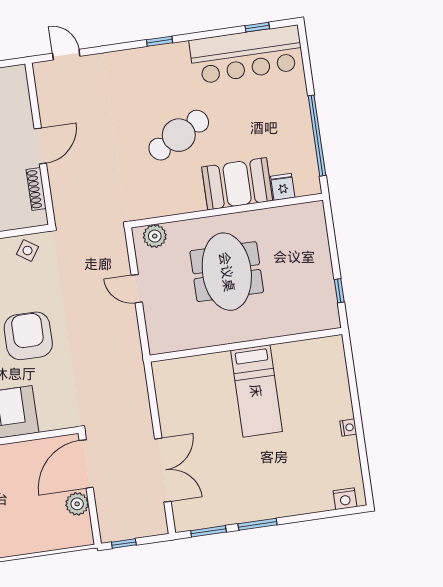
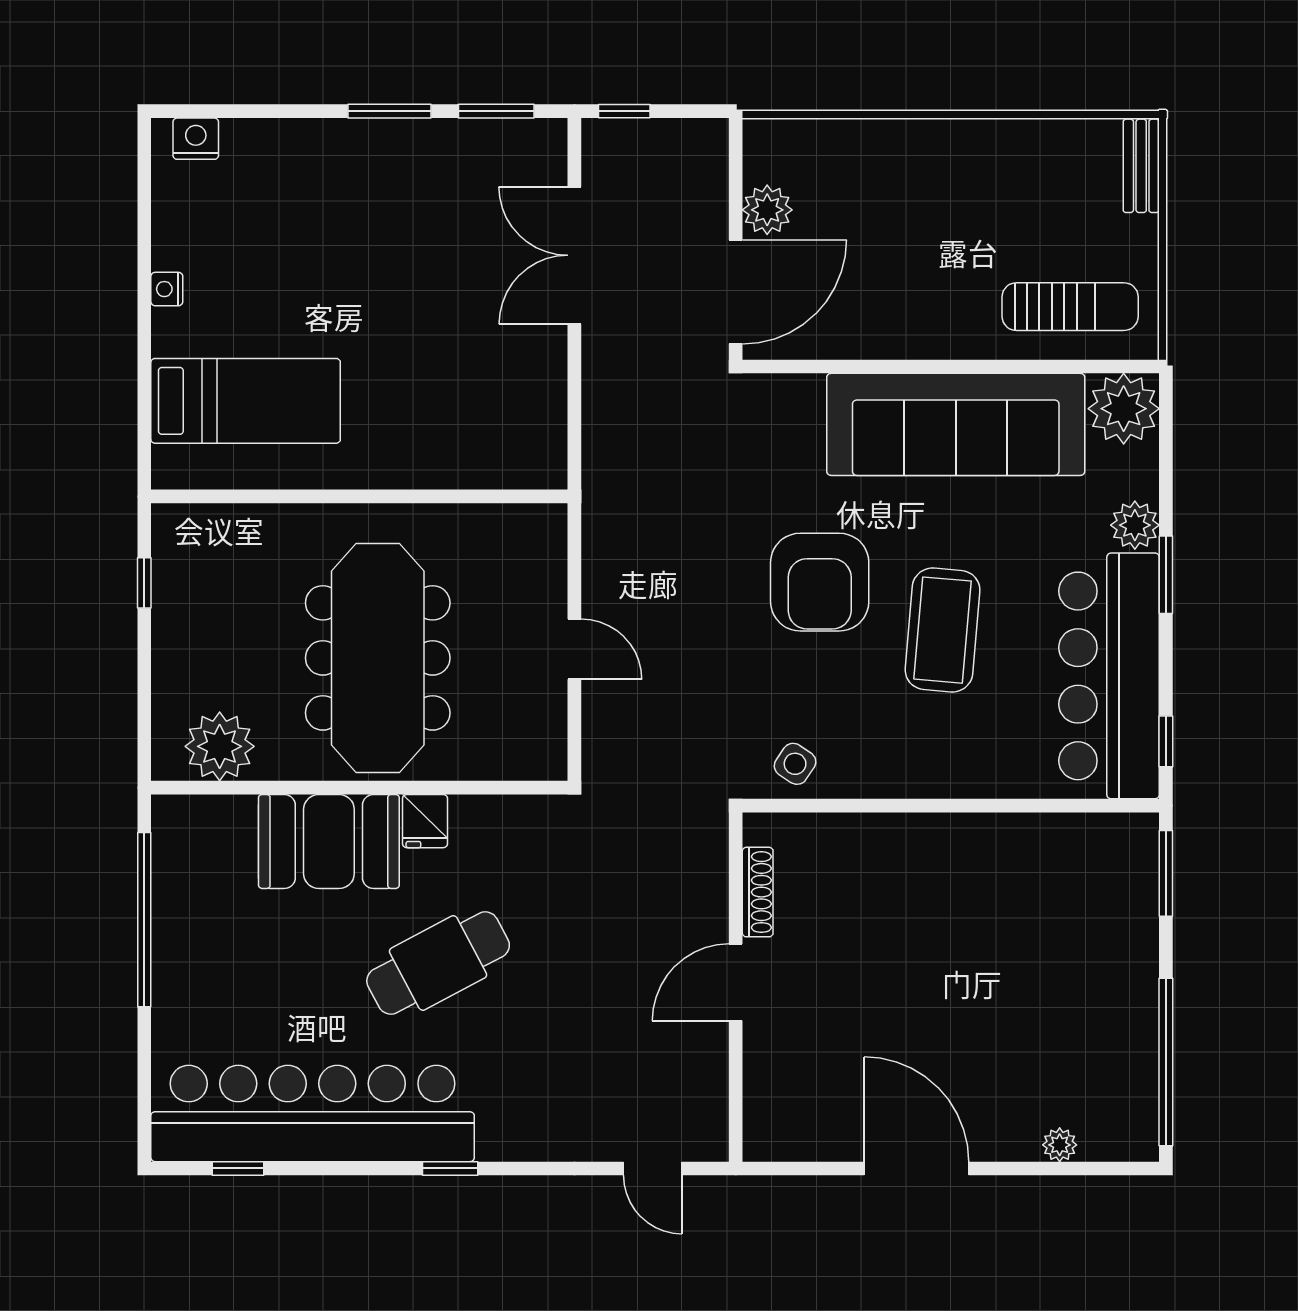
bar counter: (246, 55) -> (313, 1113), width x1.36
fridge: (283, 187) -> (425, 821), moved
plant: (155, 236) -> (220, 746), moved, width x1.36, depth x1.36
meeting table: (227, 272) -> (378, 658), width x1.36
bed: (256, 391) -> (246, 401), moved, turned 90
window: (124, 544) -> (624, 111), moved

